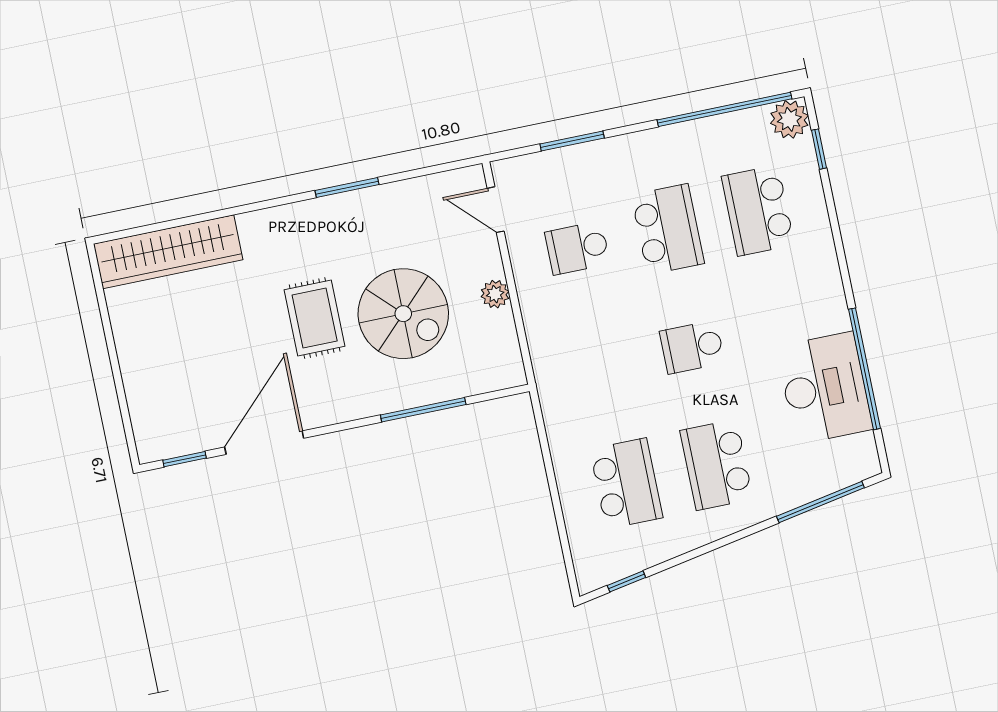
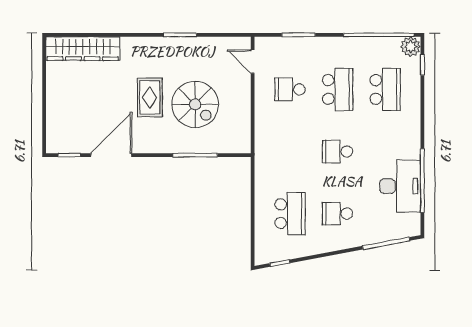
school desk: (758, 211) -> (385, 89), turned 180
plant: (495, 294) -> (244, 104), removed
school desk: (716, 465) -> (338, 214), width x0.54

